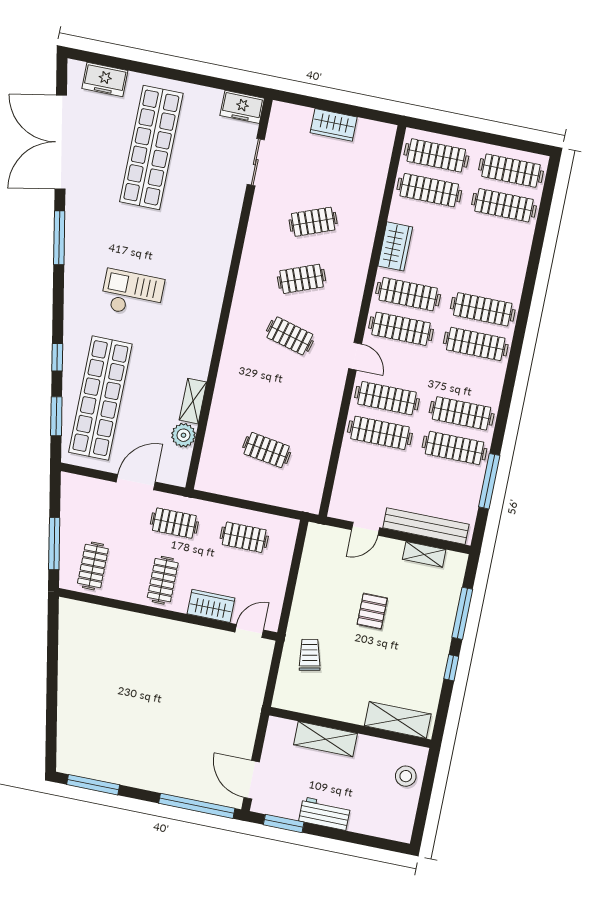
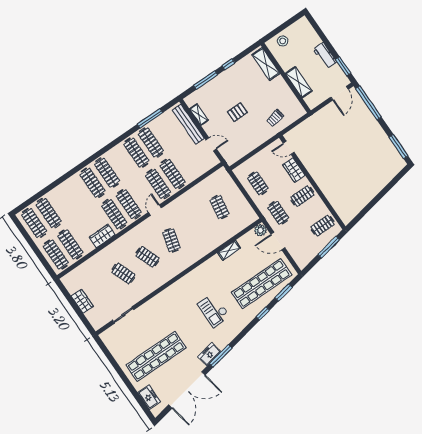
freezer: (242, 107) -> (209, 354), moved, turned -101
plant: (183, 435) -> (260, 230), moved

